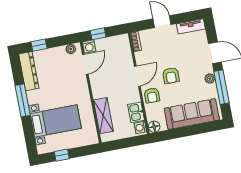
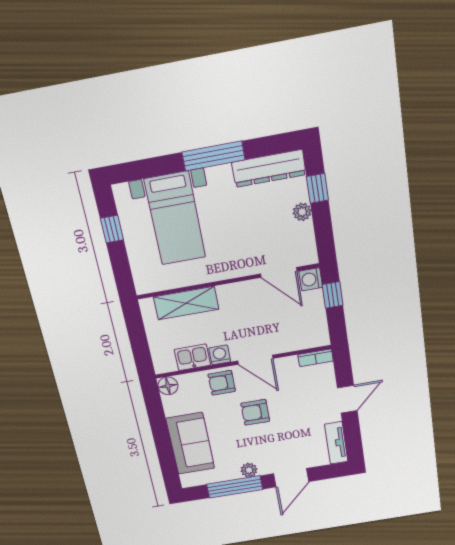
plant: (71, 49) -> (302, 212), moved
sofa: (192, 114) -> (190, 443), width x0.73
washing machine: (140, 128) -> (220, 355), moved

